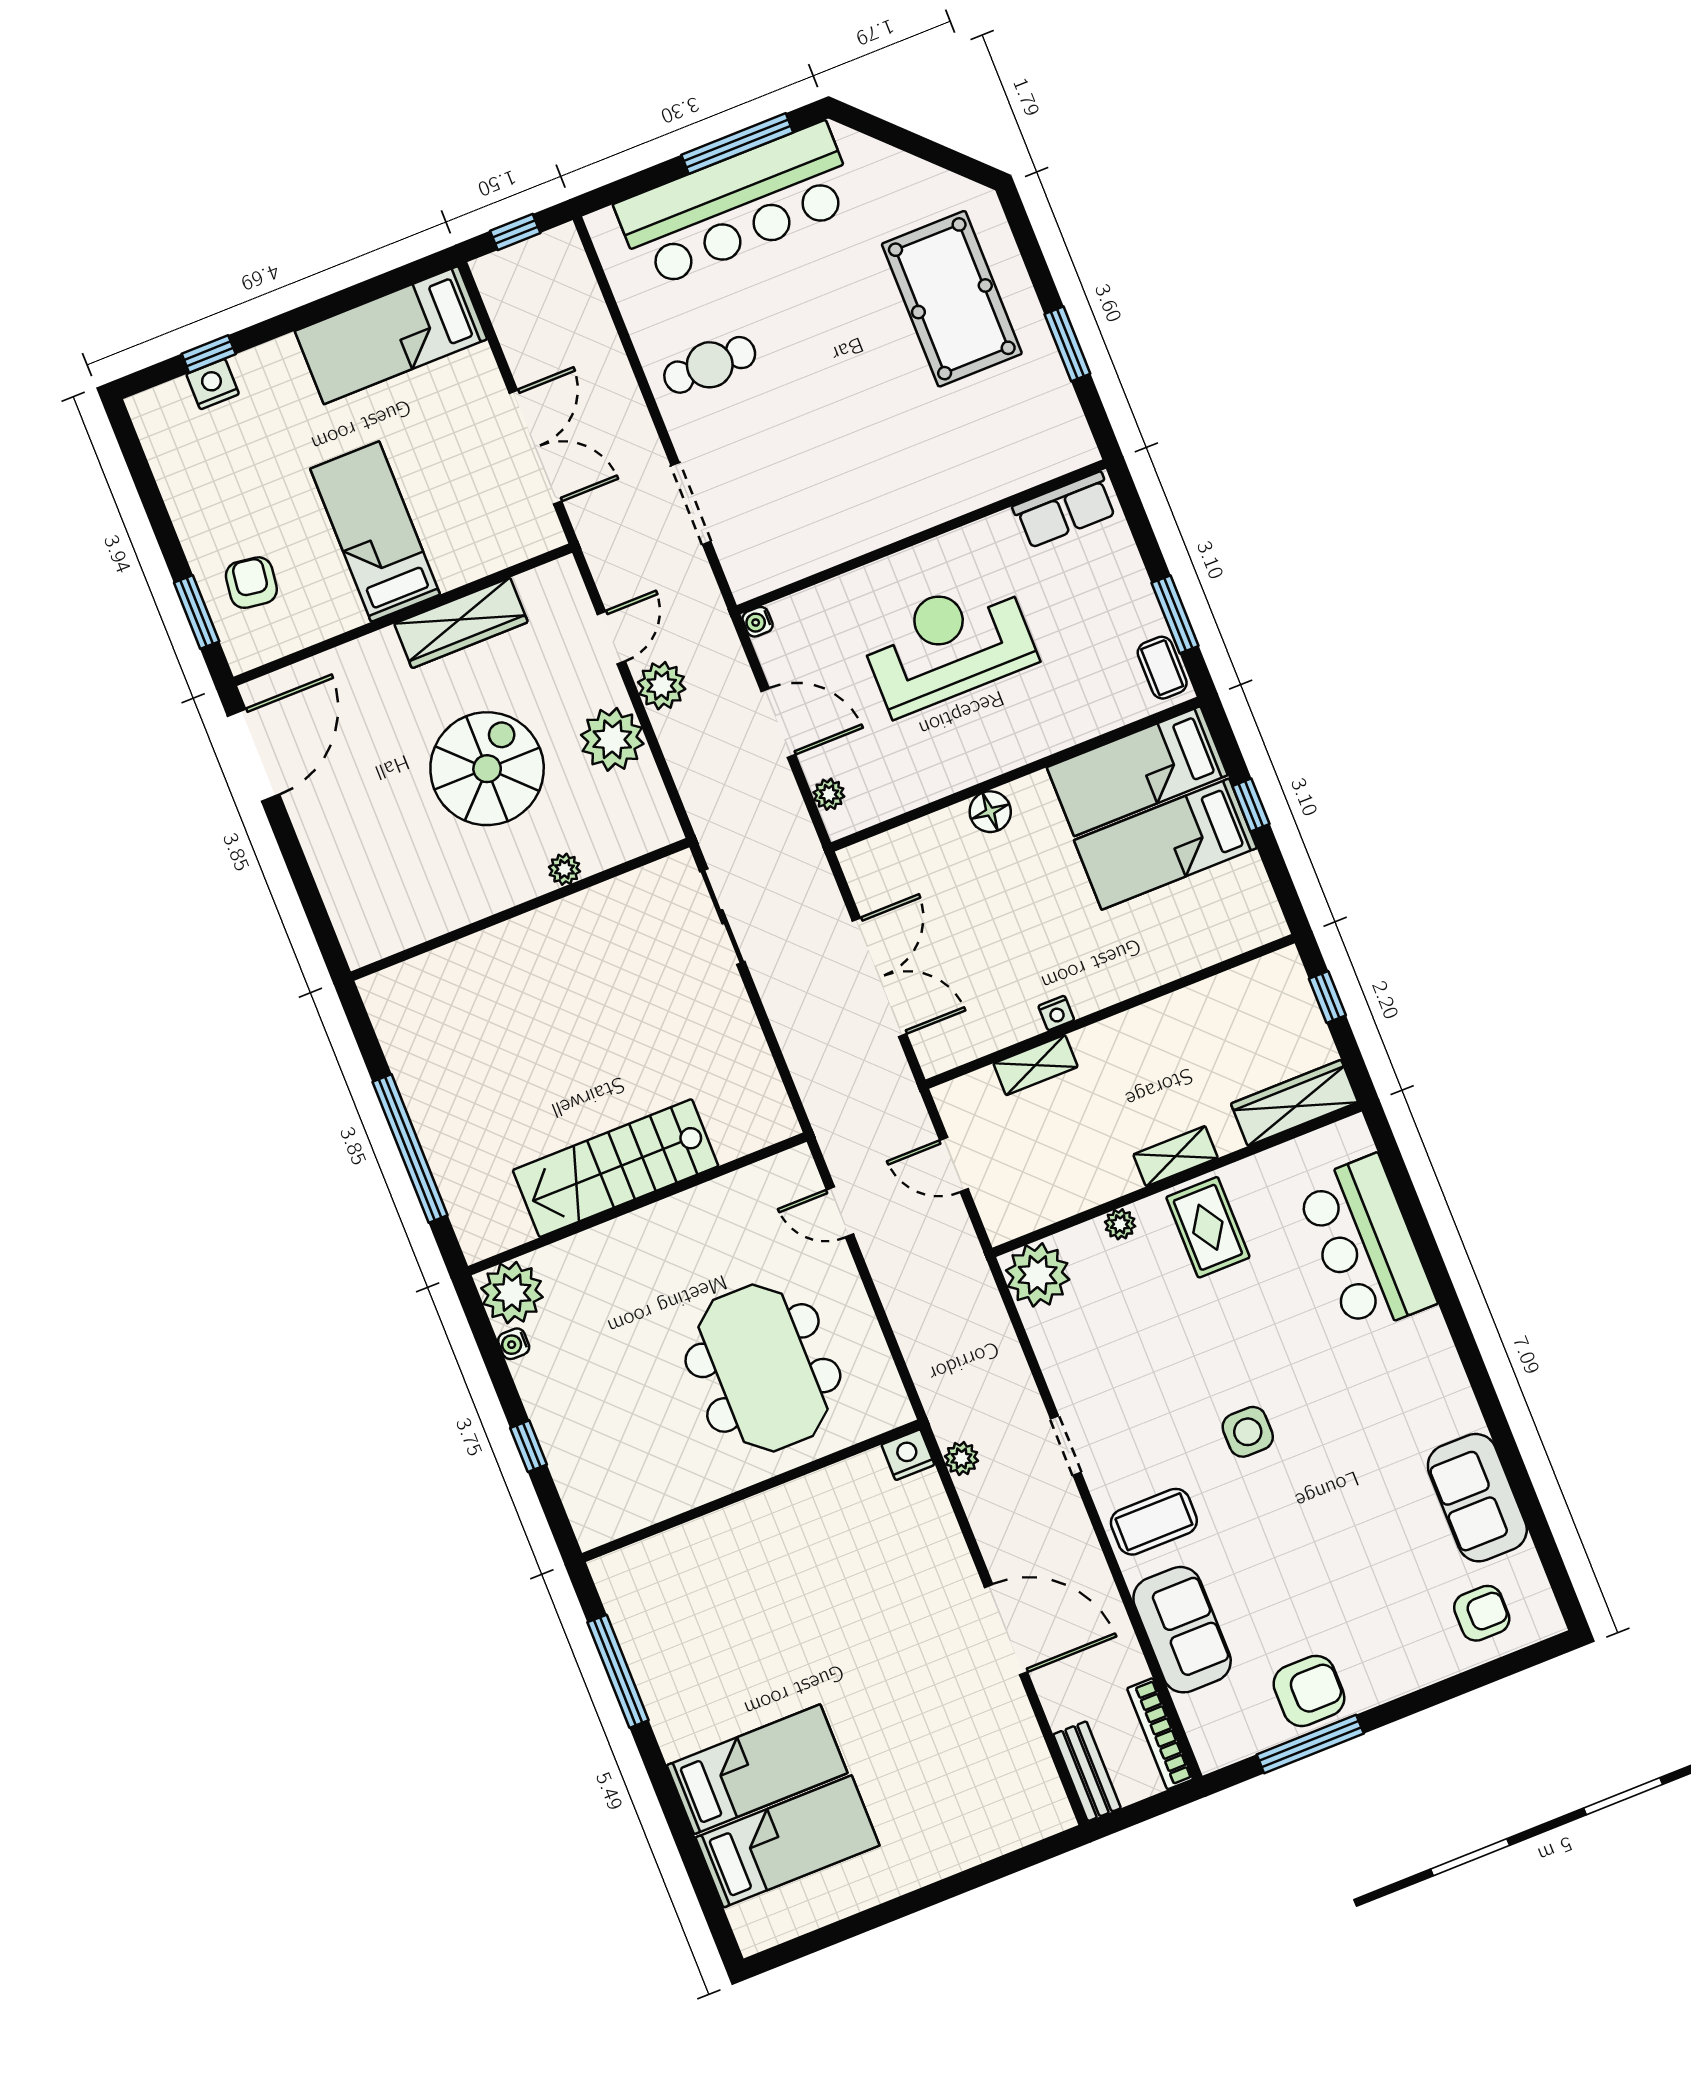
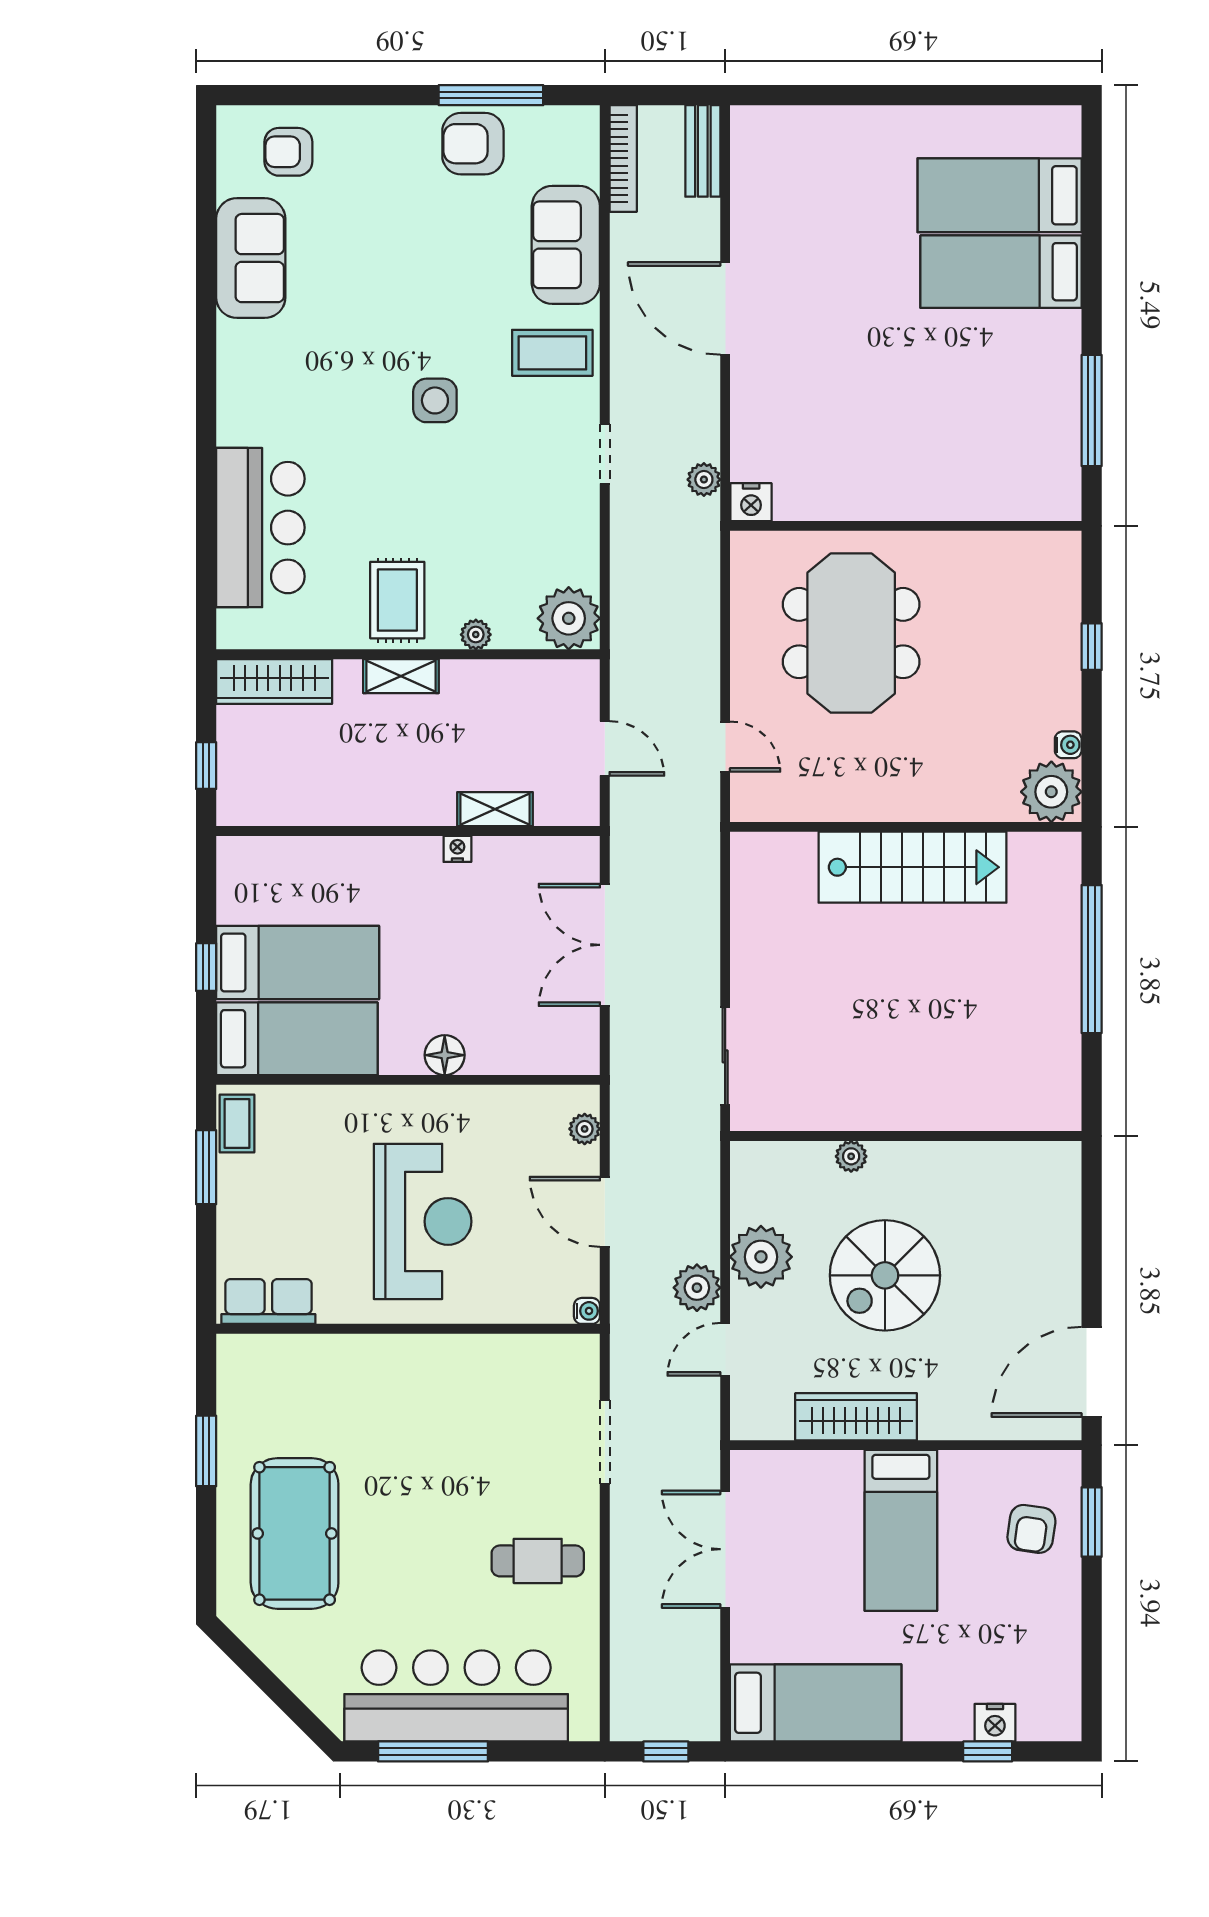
reception desk: (948, 645) -> (423, 1221), turned -90

